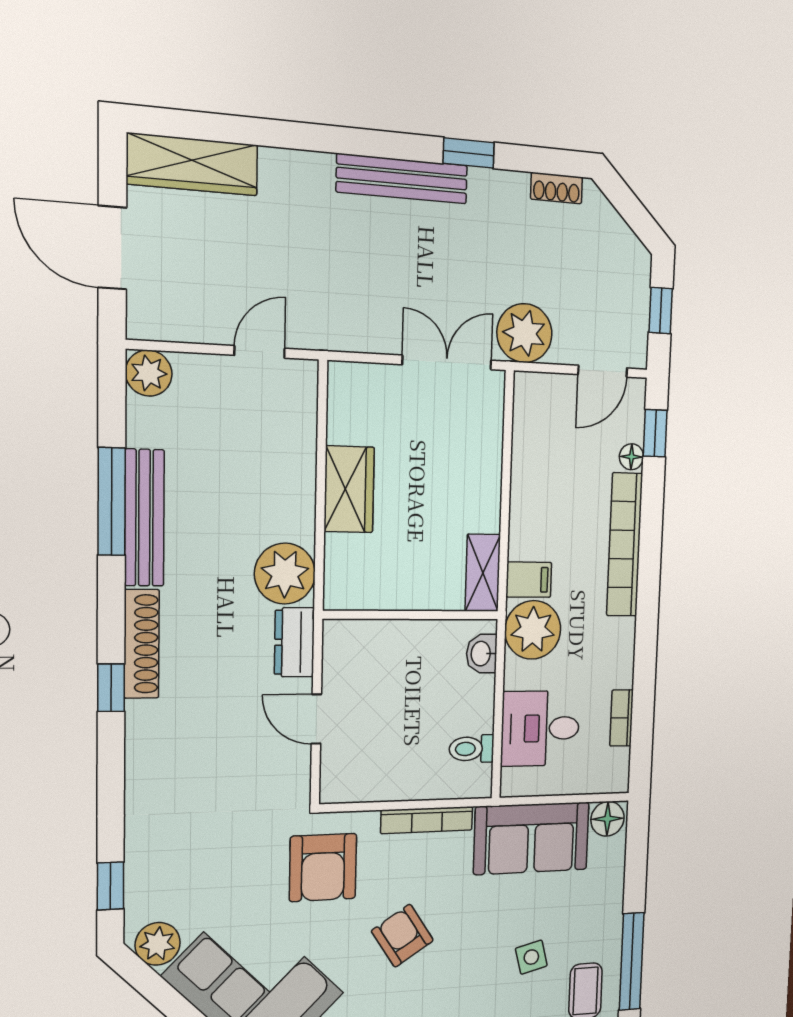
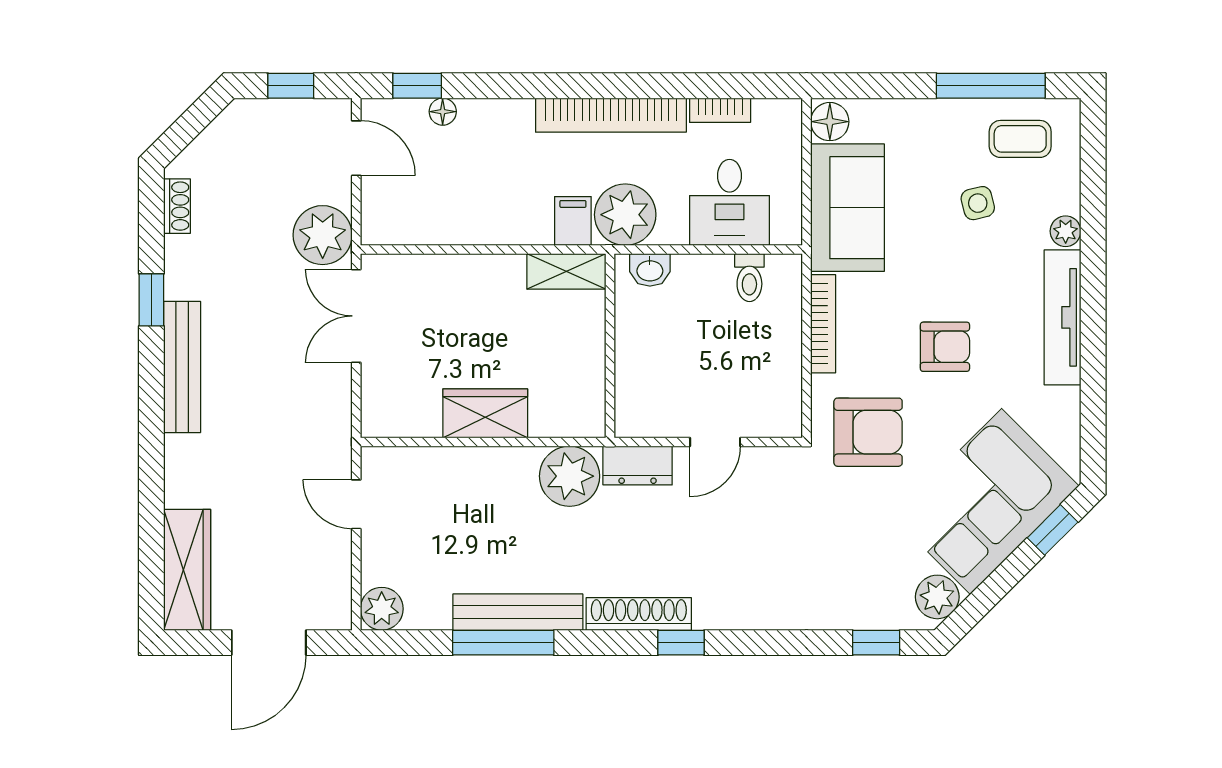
bookcase: (625, 545) -> (611, 115), moved
armchair: (402, 936) -> (945, 347), turned -147

